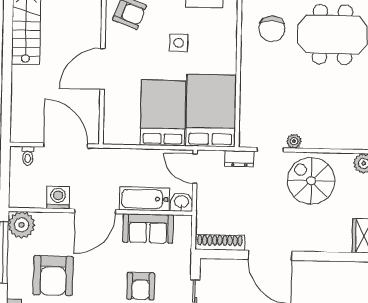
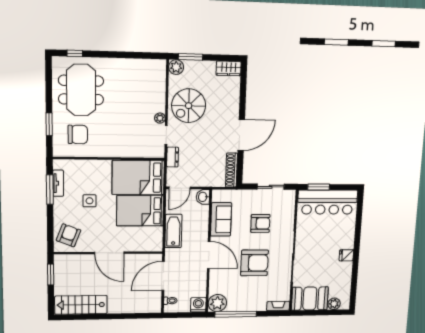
washing machine: (58, 198) -> (198, 305), moved, turned 90
bathtub: (145, 199) -> (173, 231), moved, turned 180
armchair: (53, 276) -> (254, 263), moved

